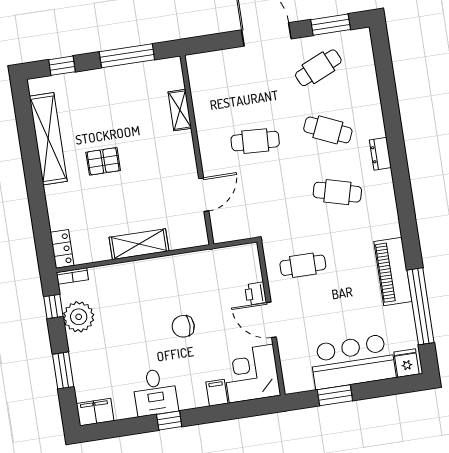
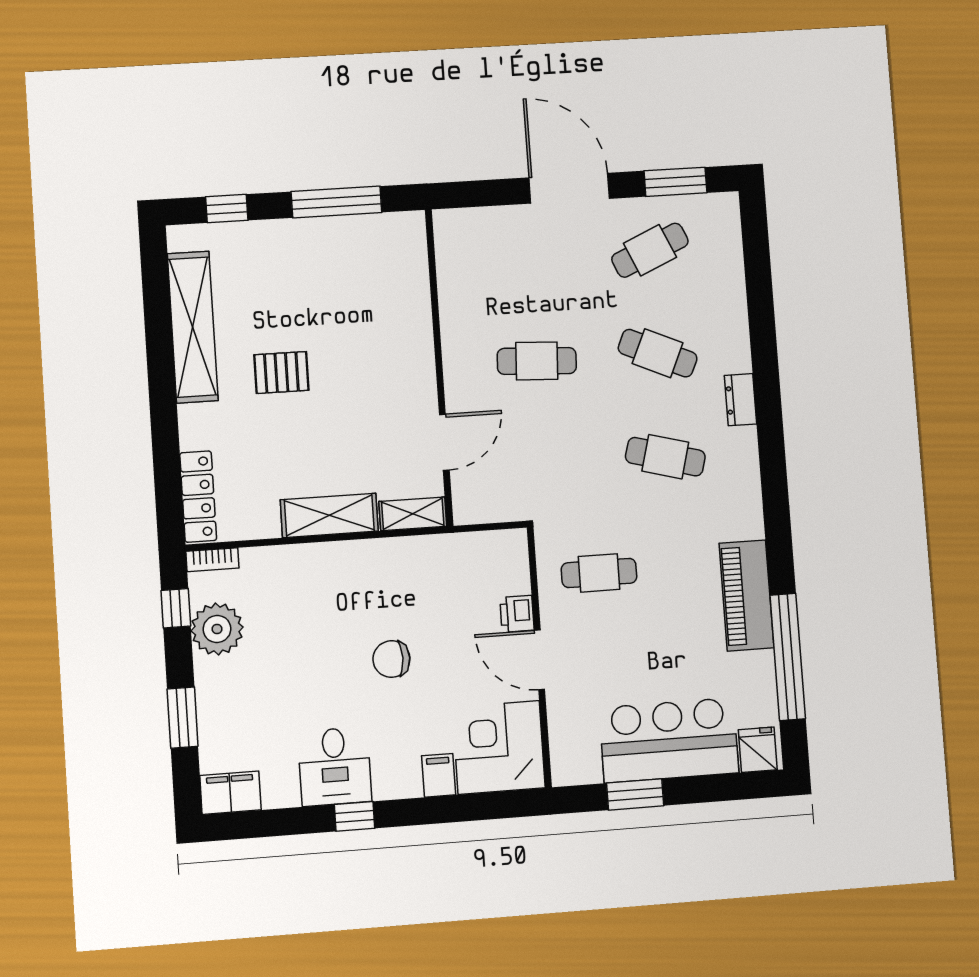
shelving: (180, 110) -> (413, 514), moved, turned 90
locker: (62, 249) -> (198, 497), width x1.53

